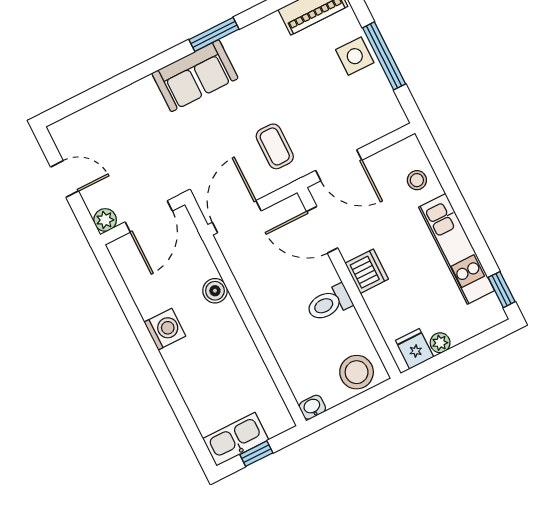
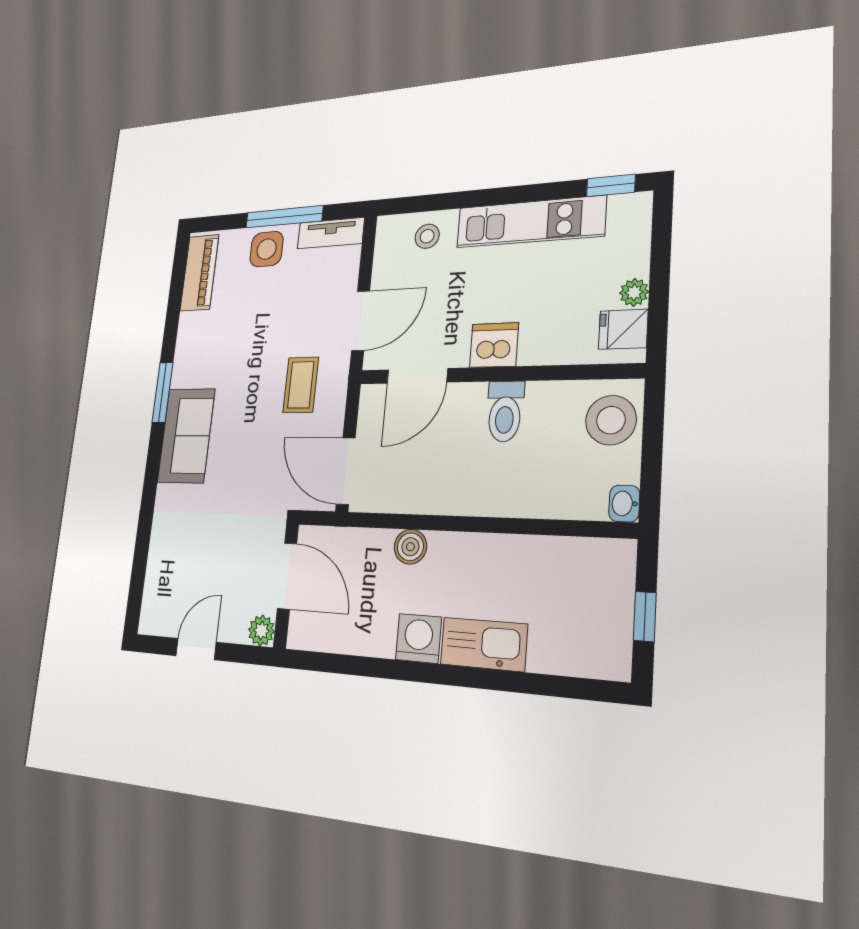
tv unit: (388, 103) -> (331, 233), added
coffee table: (275, 146) -> (301, 385), turned 90
kitchen sink: (236, 439) -> (484, 644), moved, turned 90

